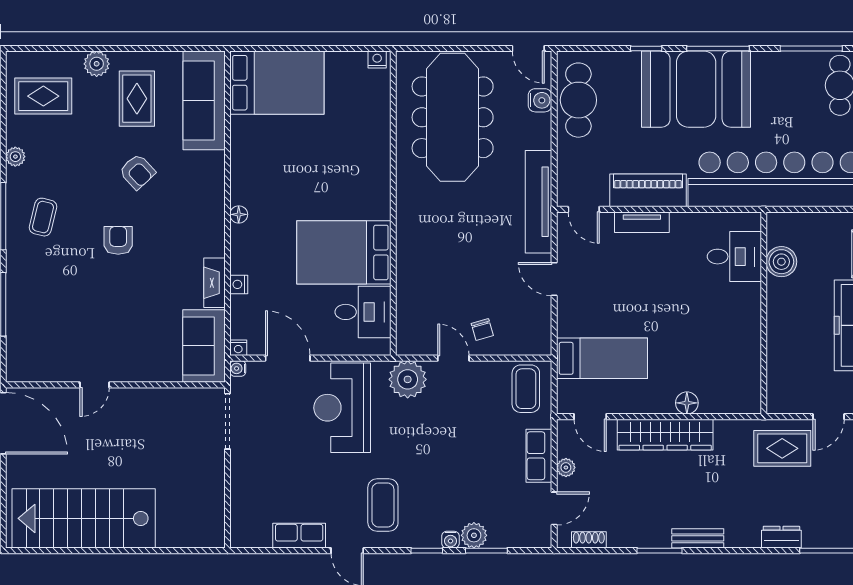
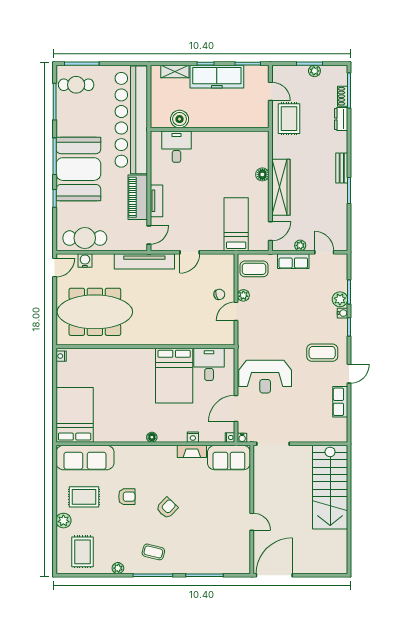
armchair: (137, 172) -> (127, 497), turned 43
armchair: (118, 240) -> (167, 508), turned 134
plant: (408, 379) -> (243, 295), moved, width x0.53, depth x0.53
stairs: (84, 518) -> (330, 487), moved
shoe rack: (589, 540) -> (343, 96), moved

